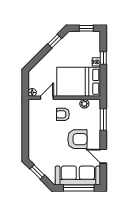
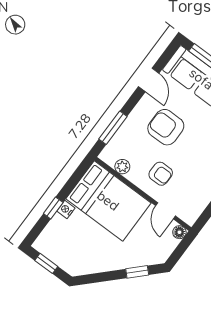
window: (55, 41) -> (137, 272), moved
door: (47, 98) -> (166, 211), hinge flipped

